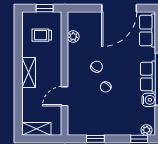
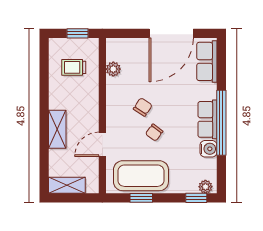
shelving: (29, 72) -> (57, 129), moved
coffee table: (95, 121) -> (141, 176), added

